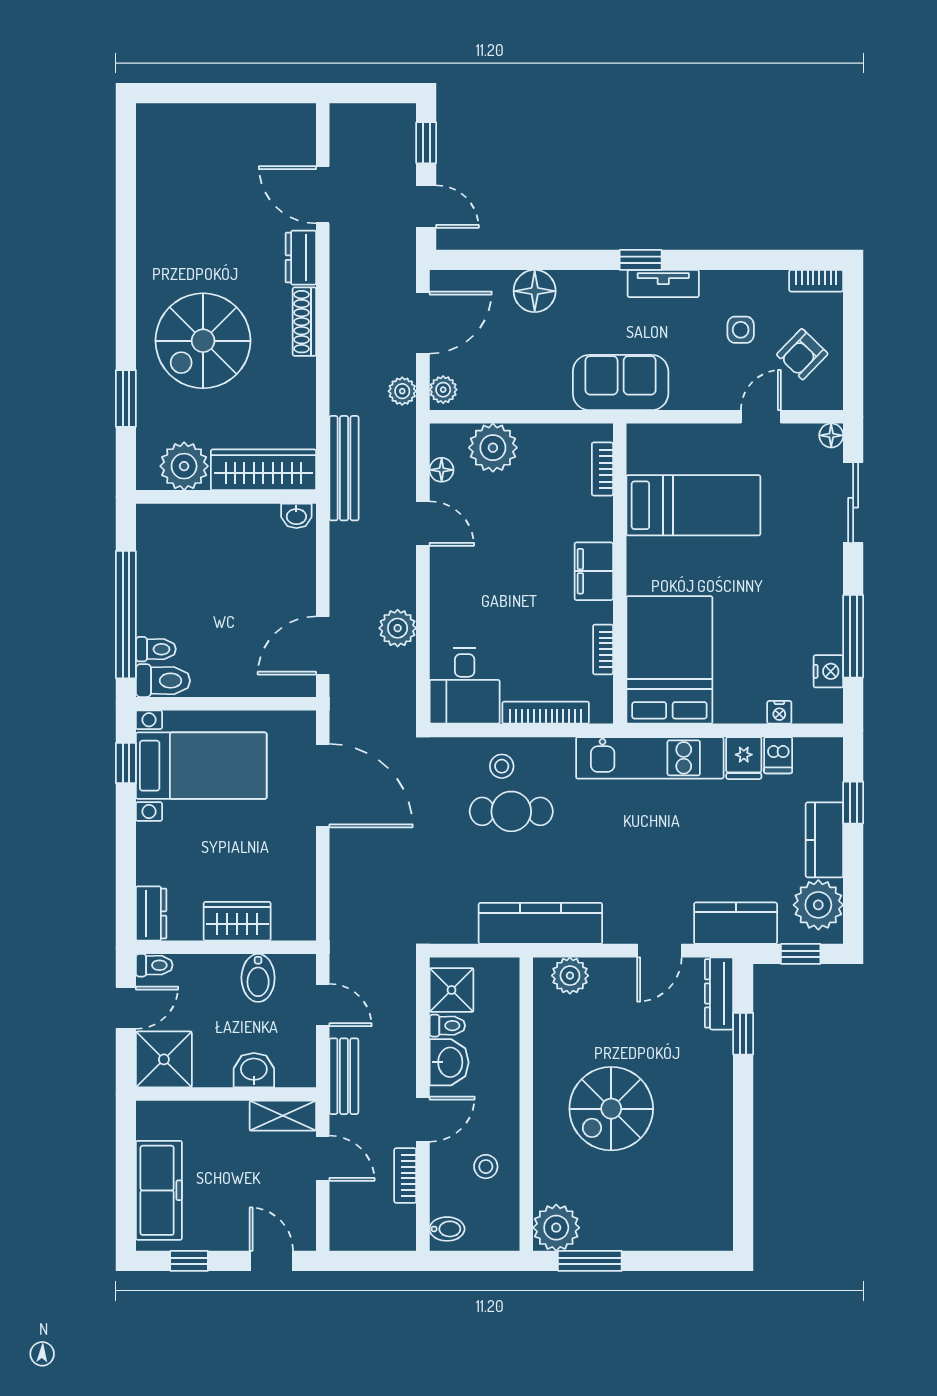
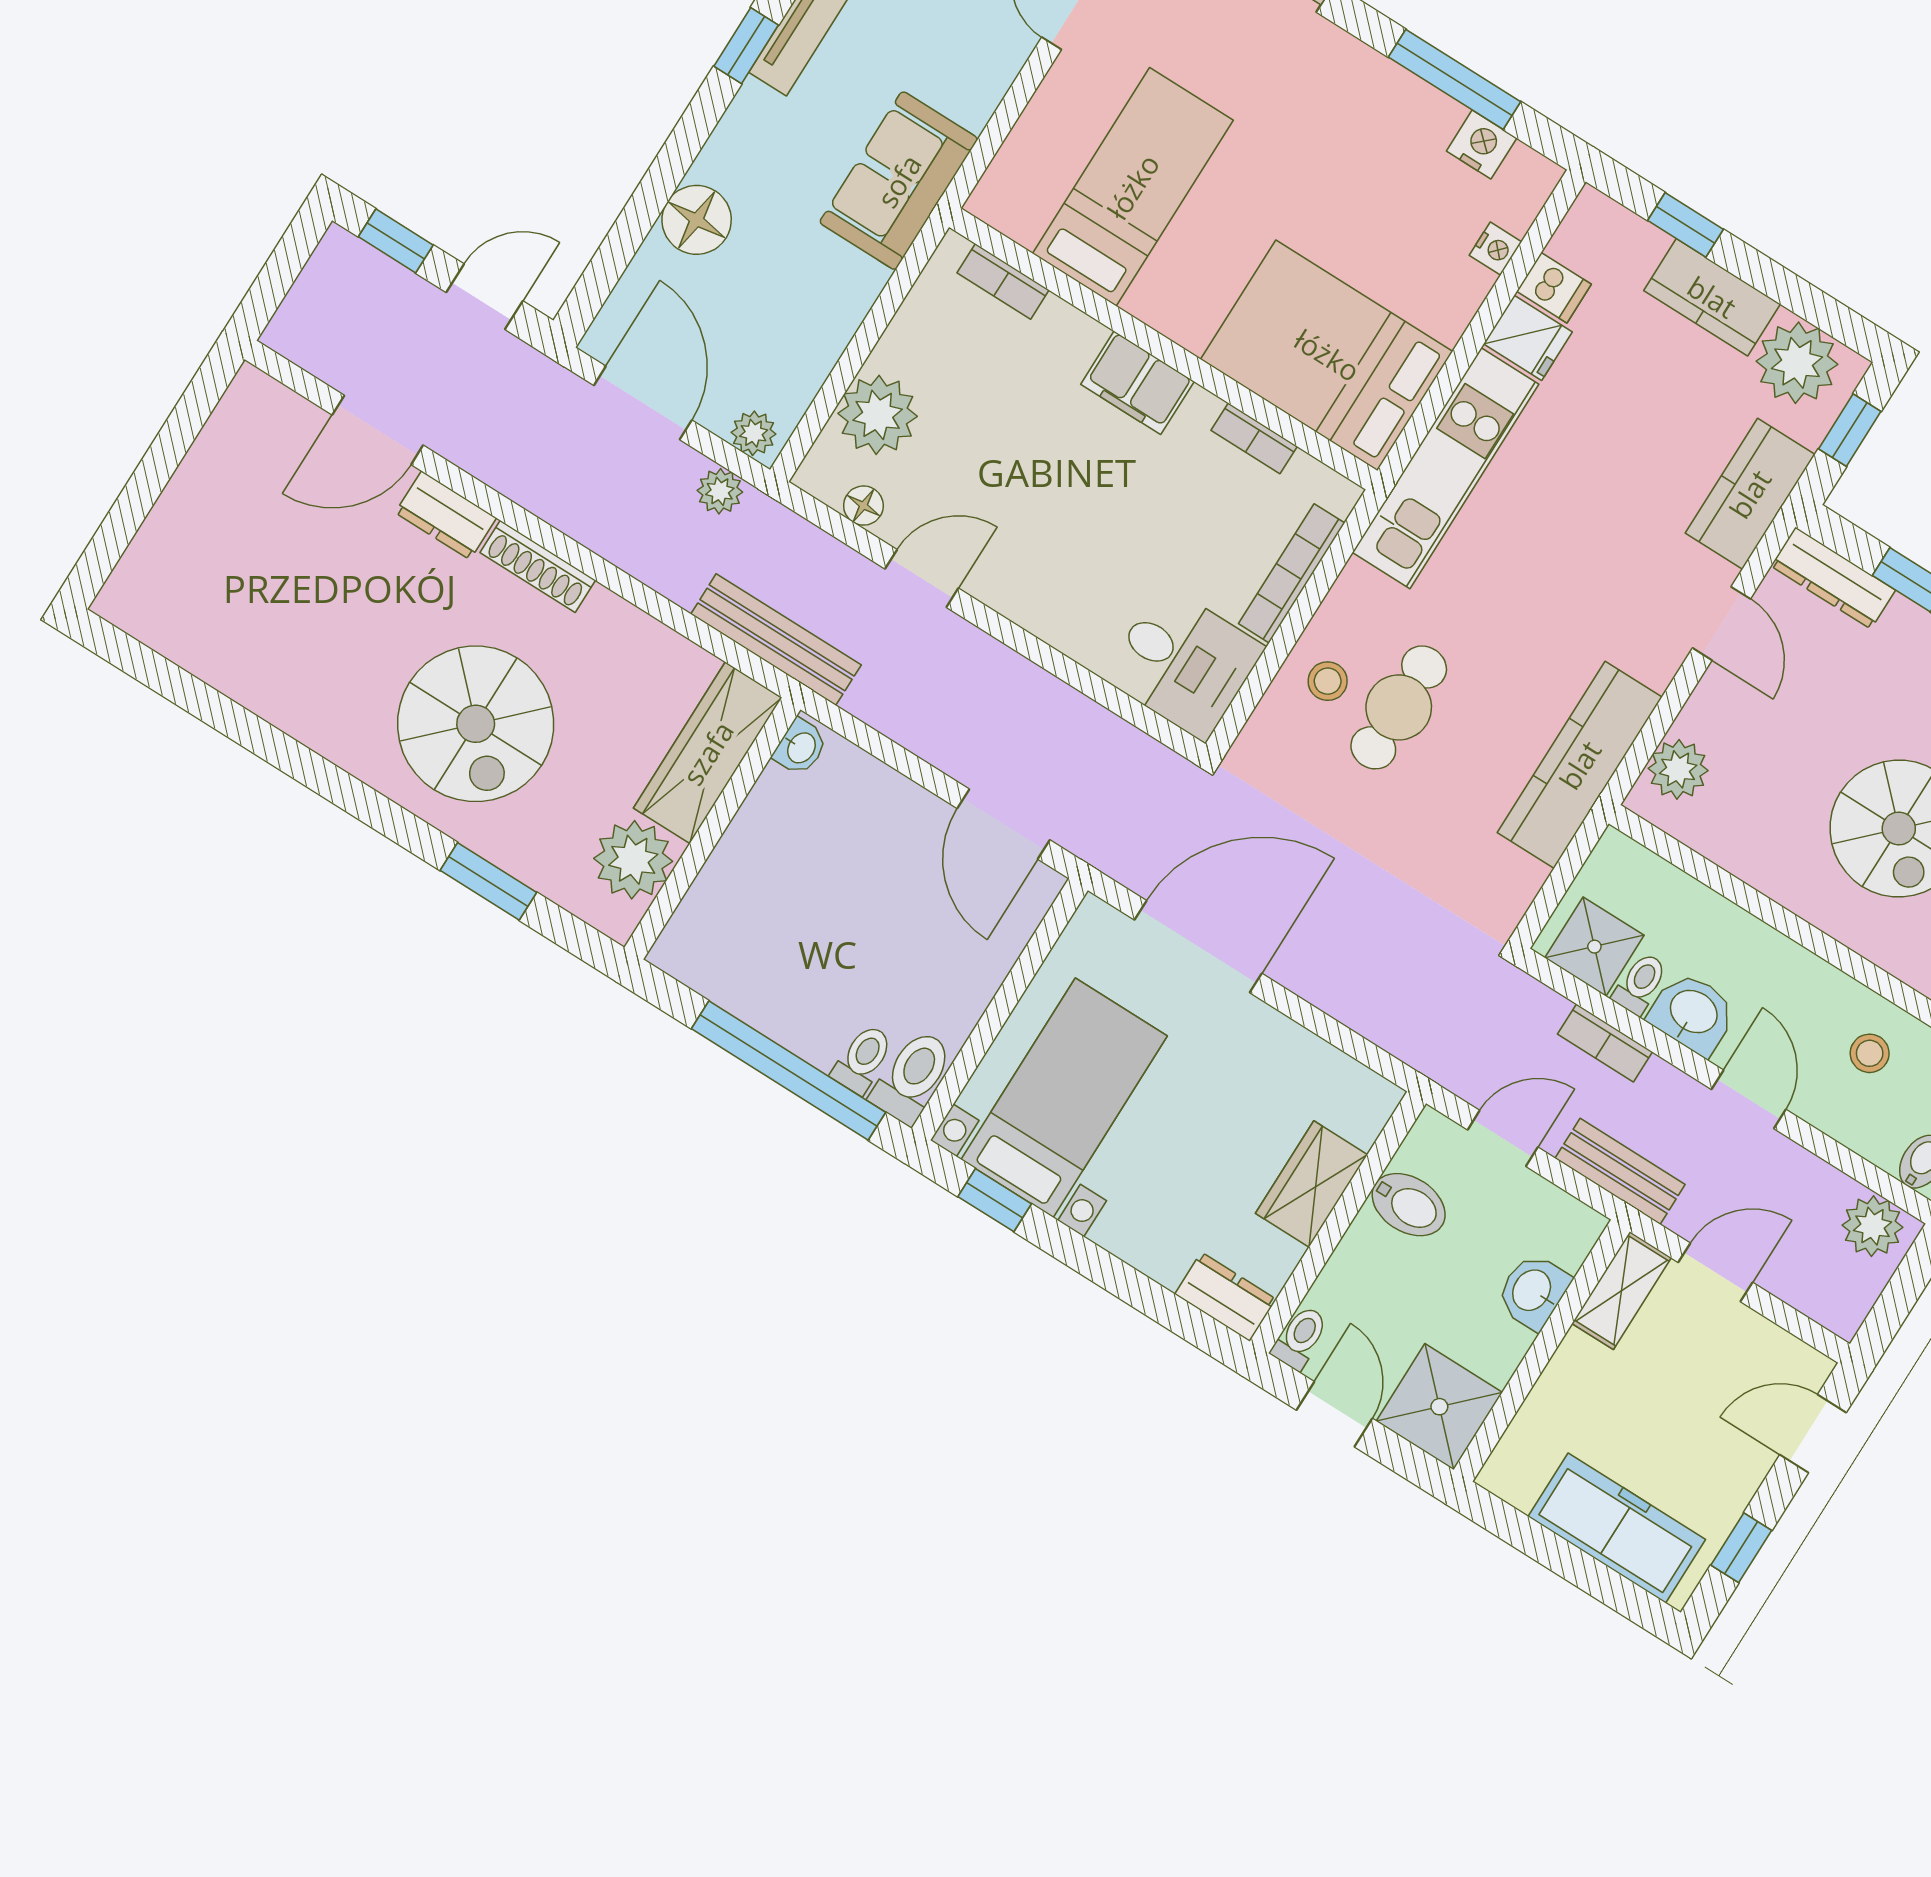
plant: (398, 628) -> (1872, 1226), moved
bookcase: (405, 1176) -> (1605, 1043), moved

